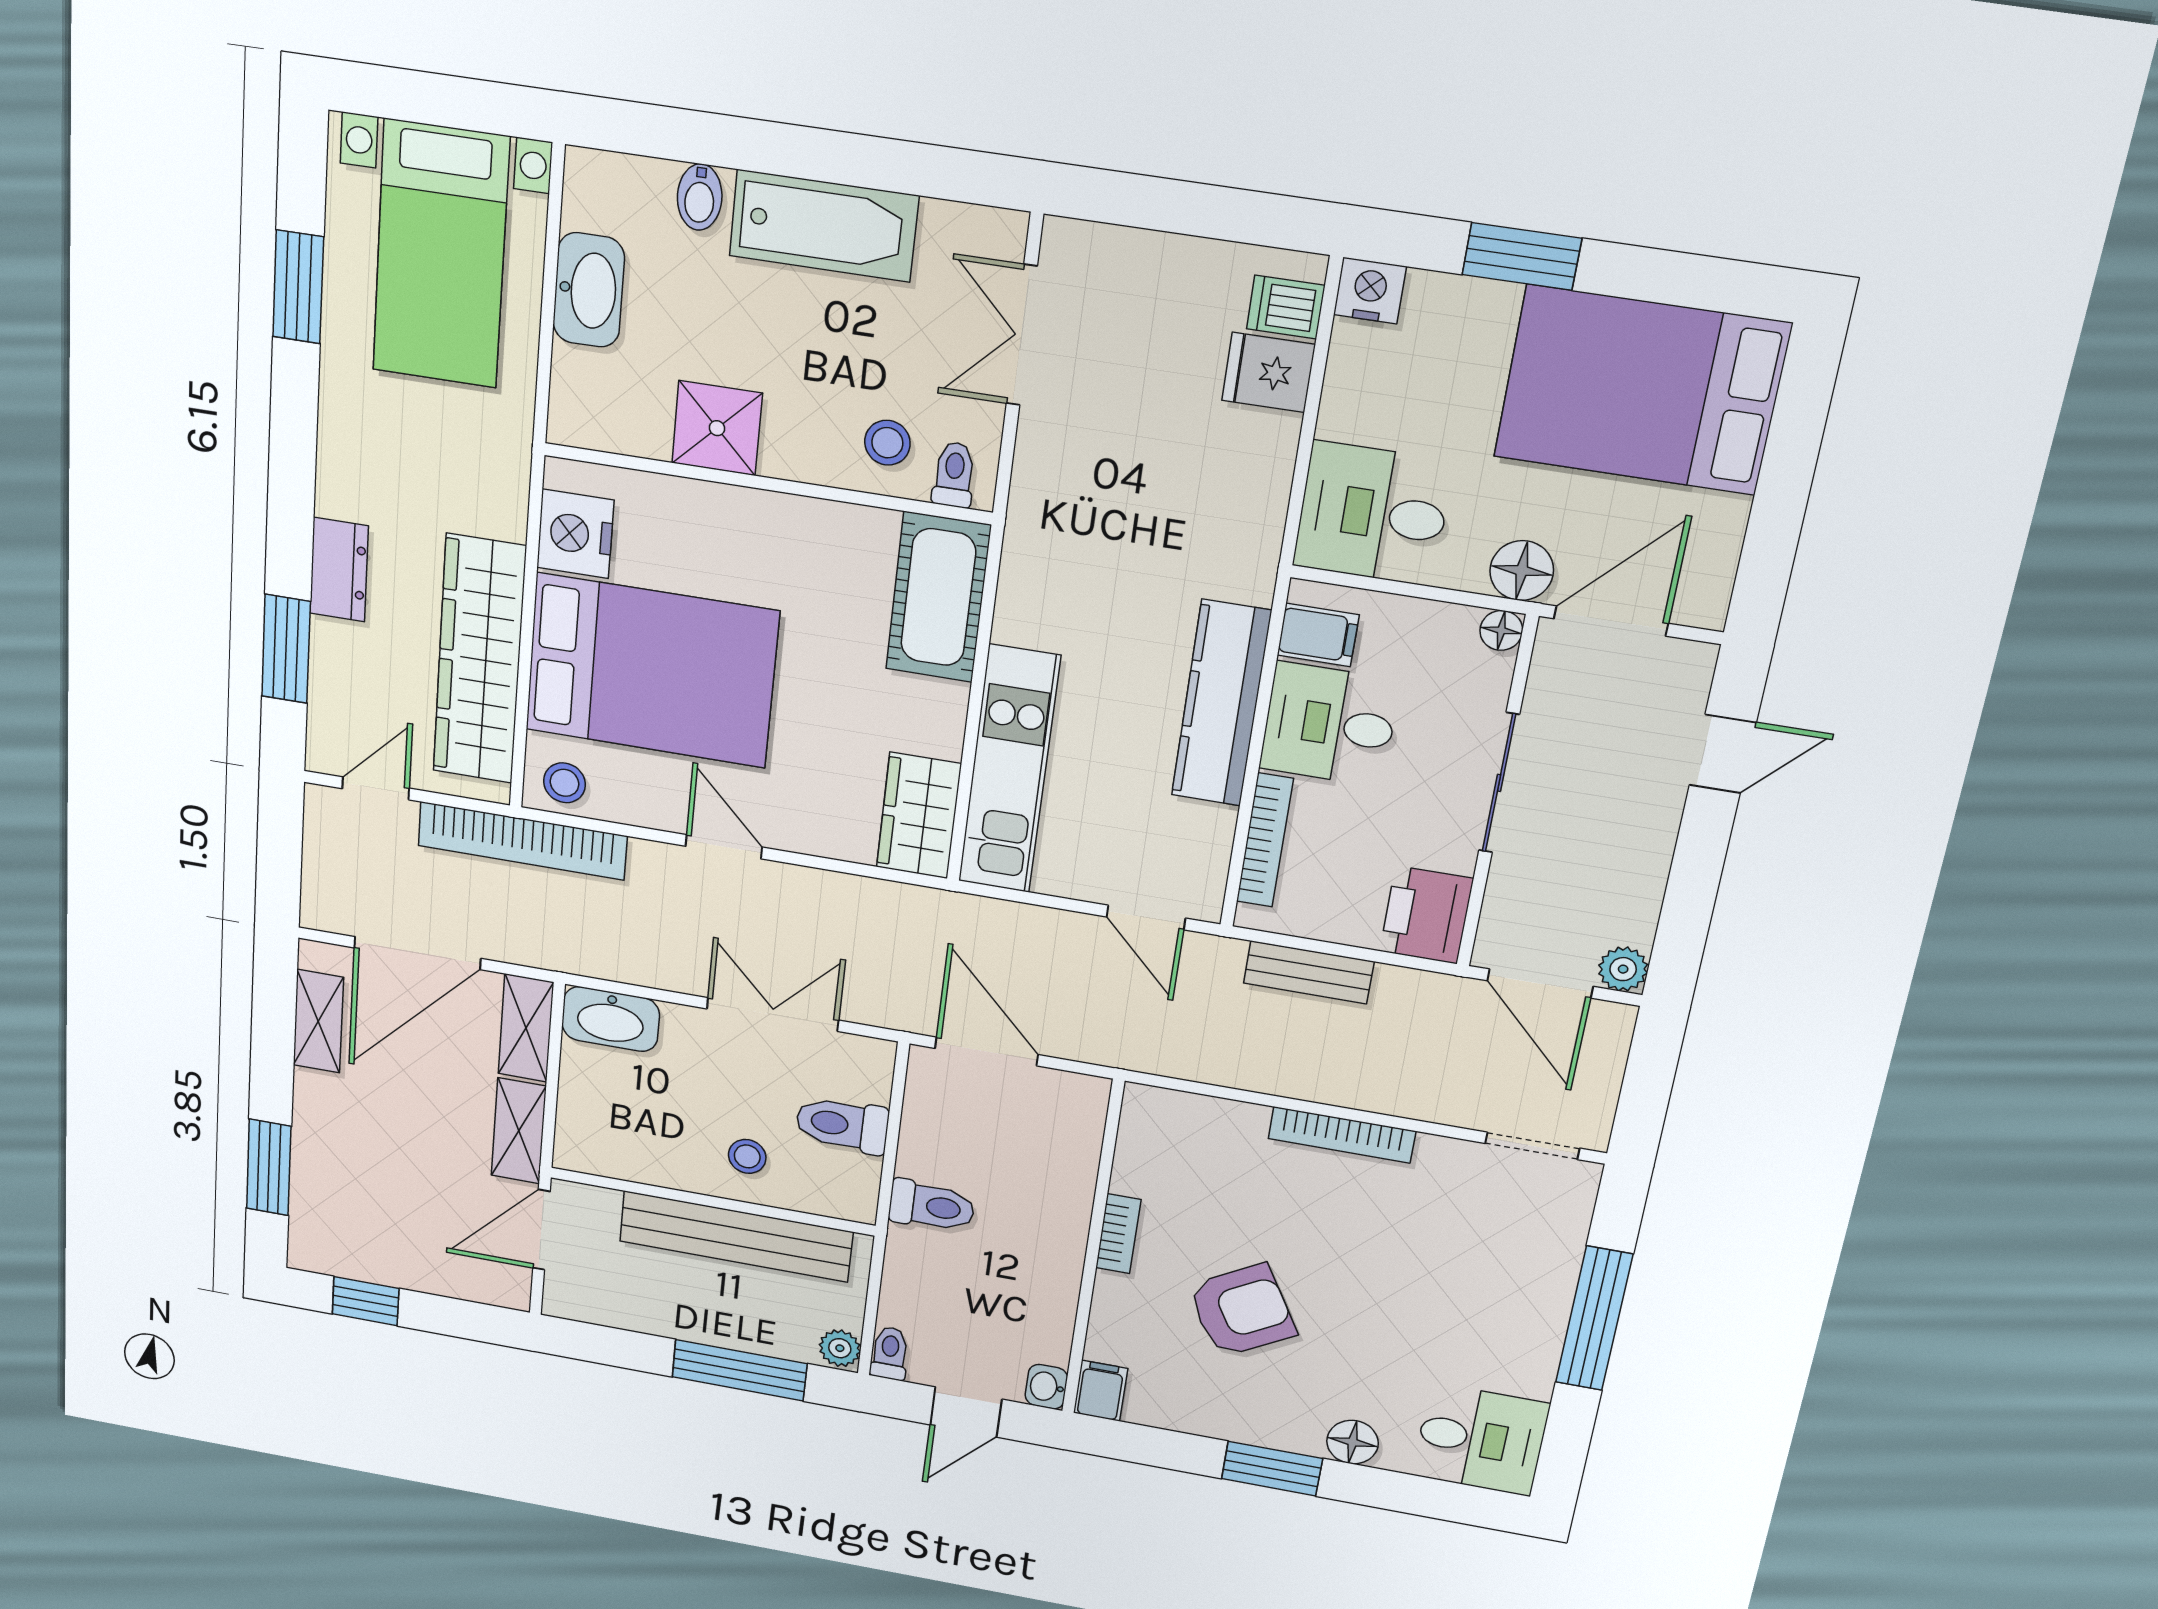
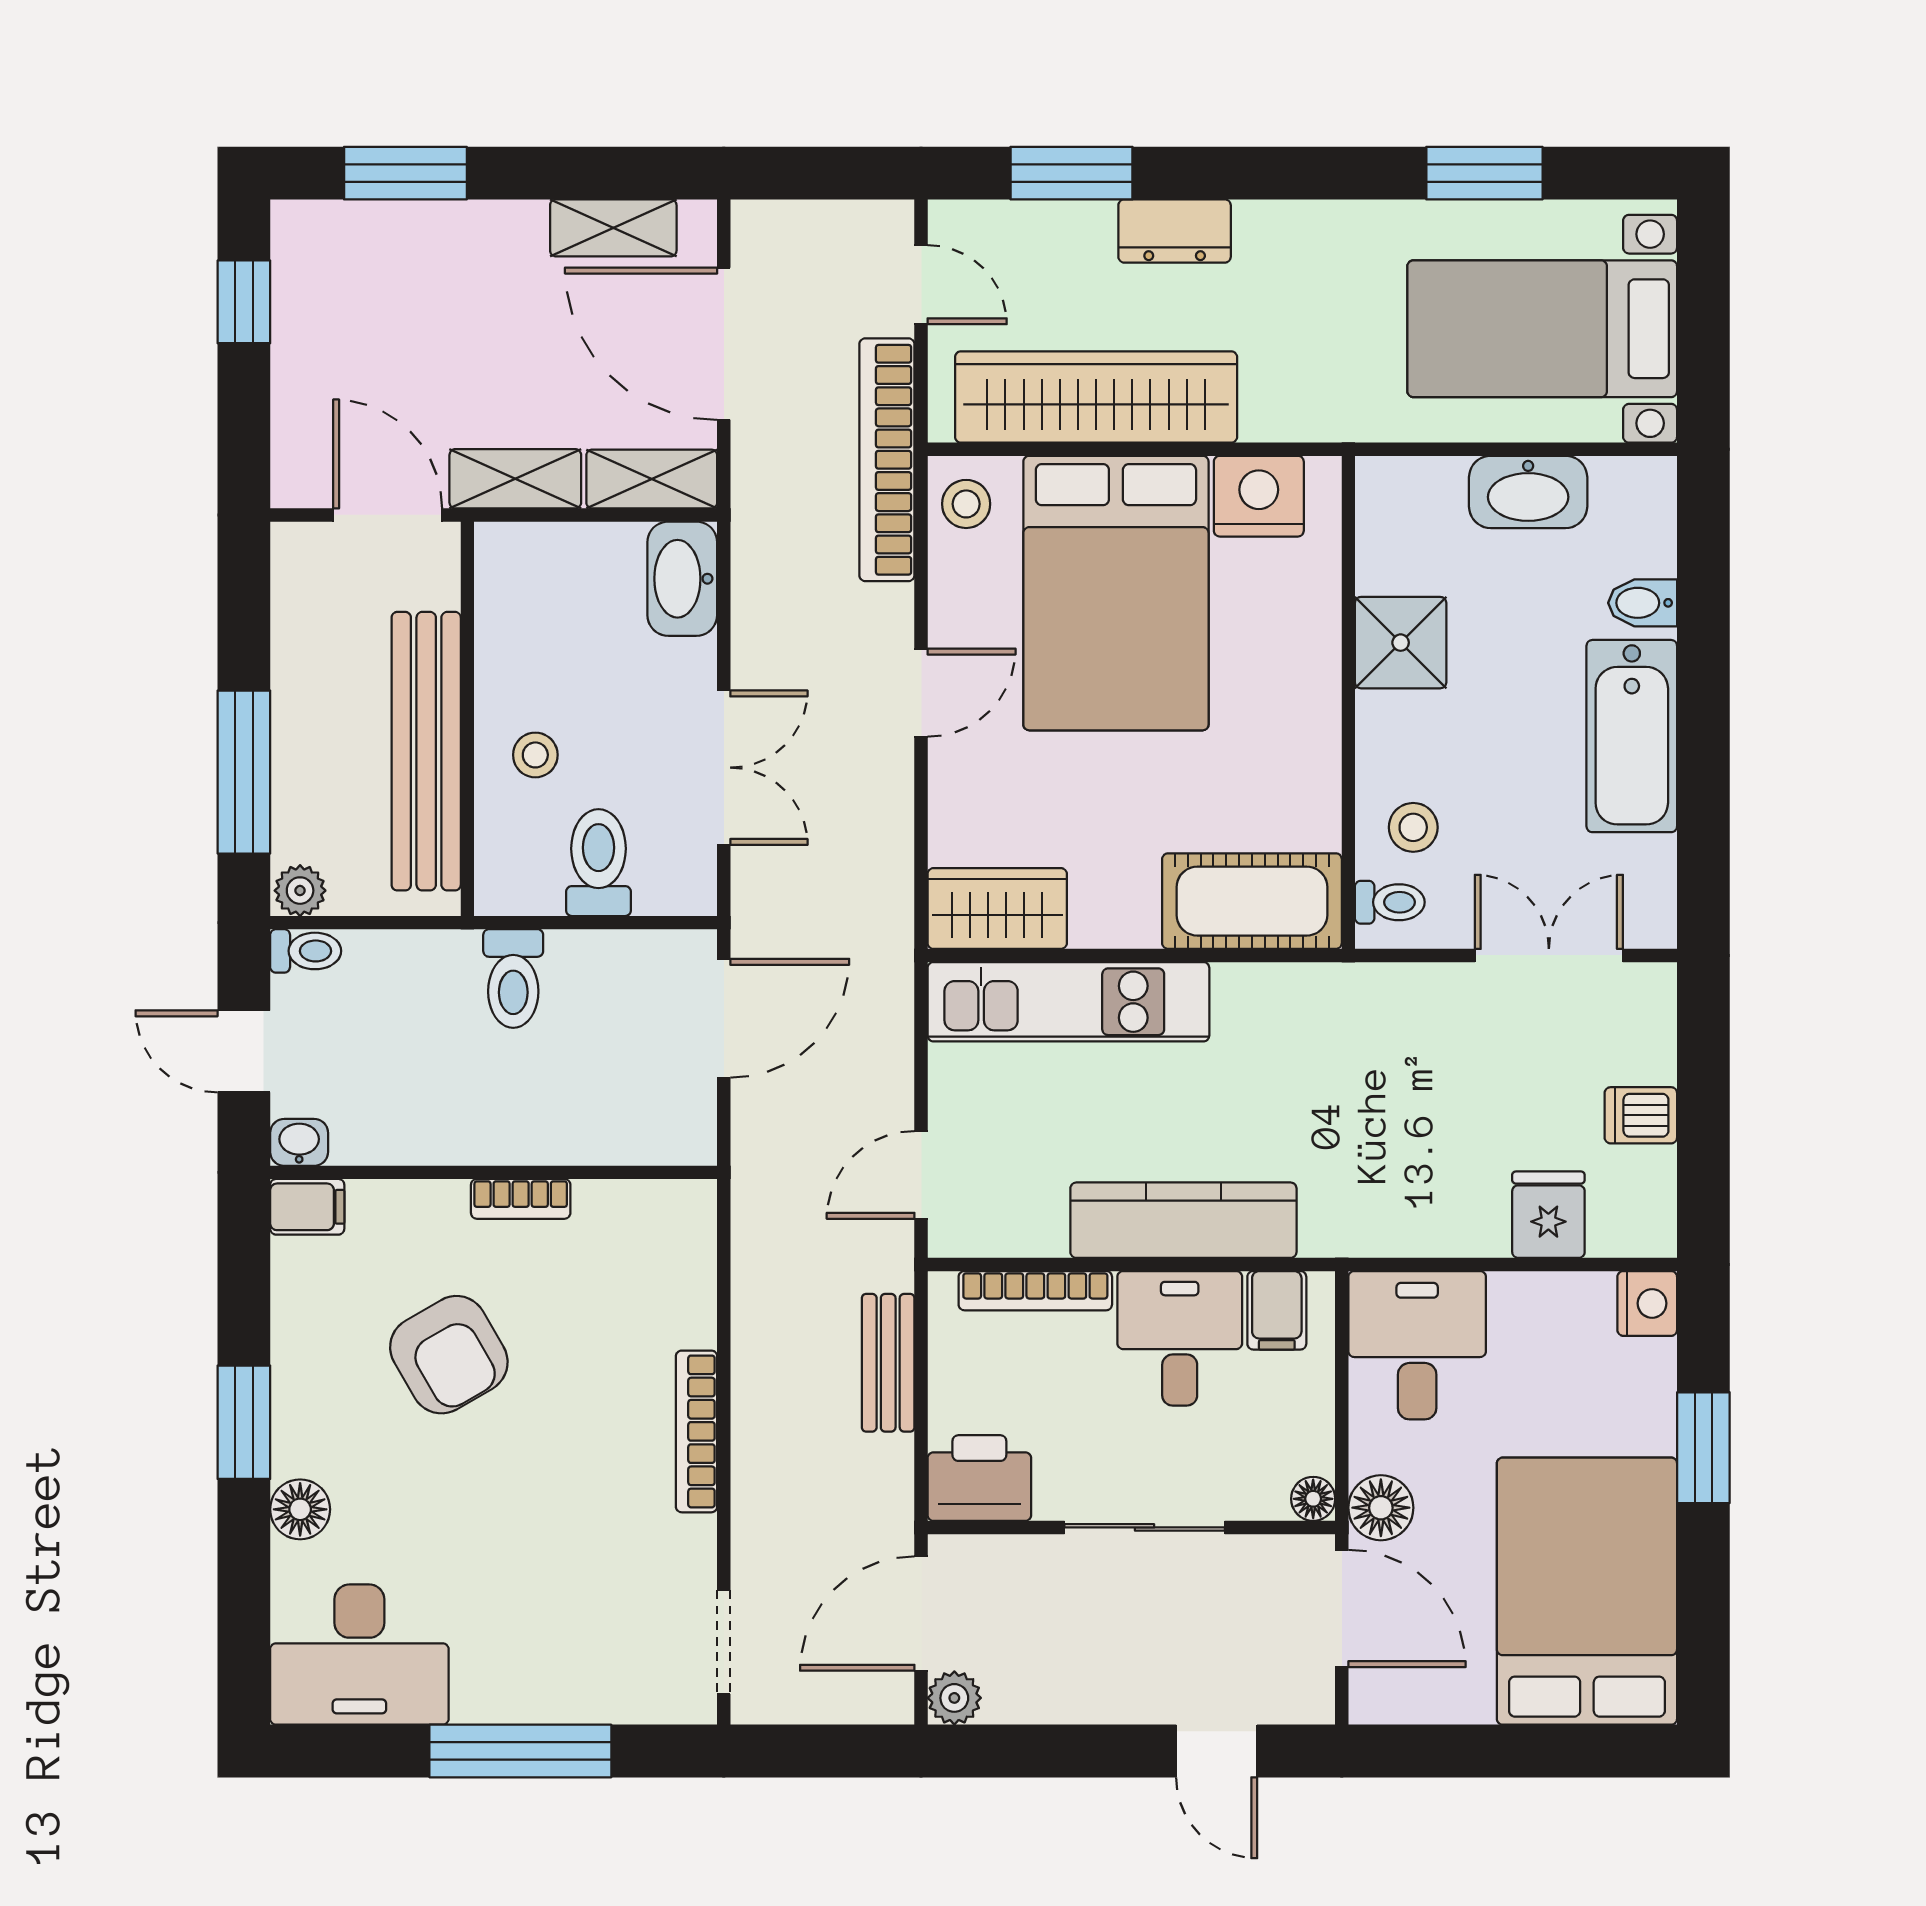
dishwasher: (1286, 307) -> (1641, 1115), moved, turned -90
desk: (1481, 1440) -> (359, 1655), width x1.37

